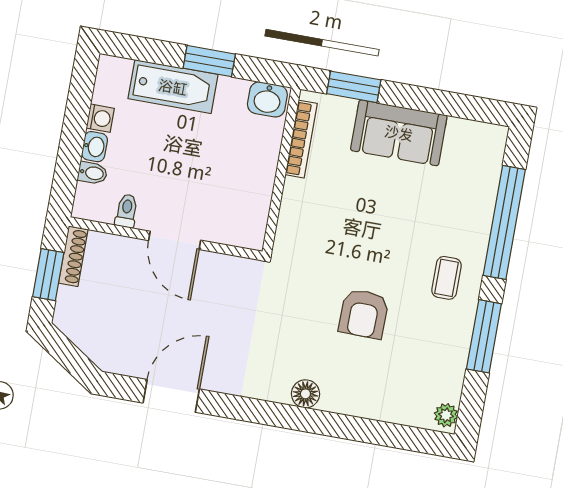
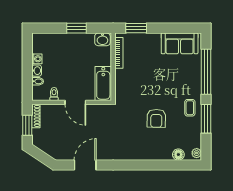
bathtub: (173, 87) -> (103, 83), moved, turned 90
sofa: (399, 133) -> (180, 43), moved
coffee table: (446, 278) -> (190, 108), moved
floor lamp: (305, 394) -> (178, 155), moved

